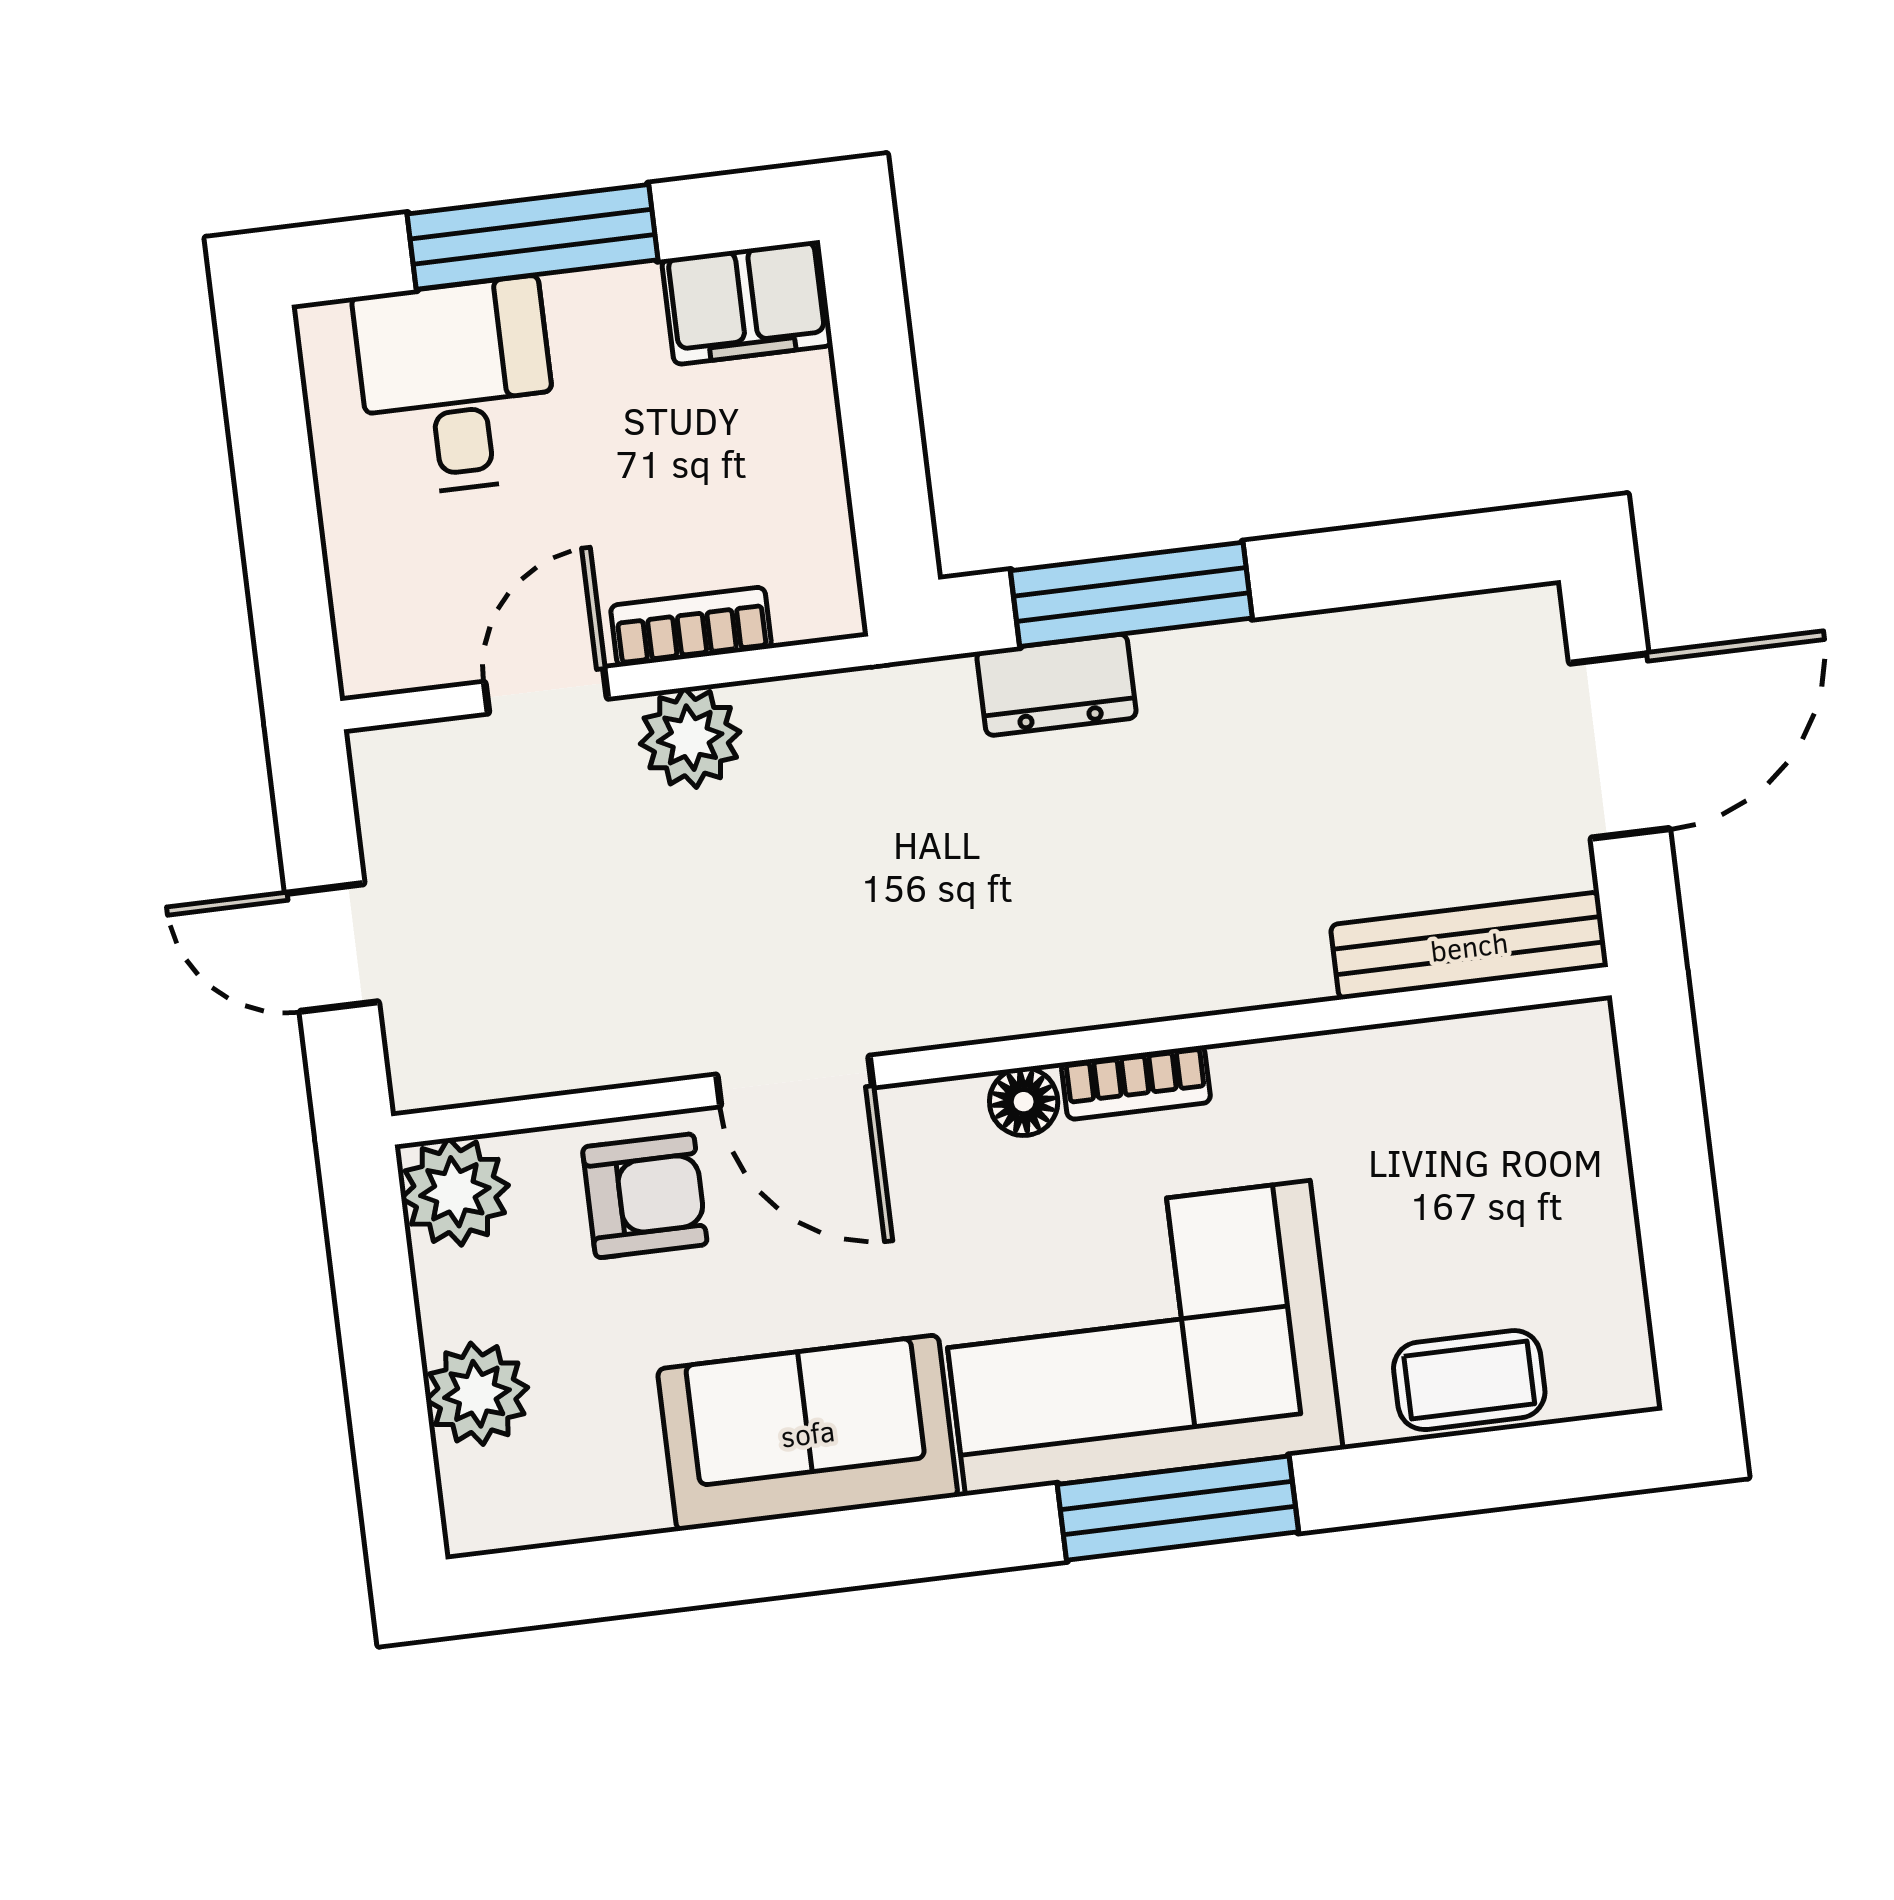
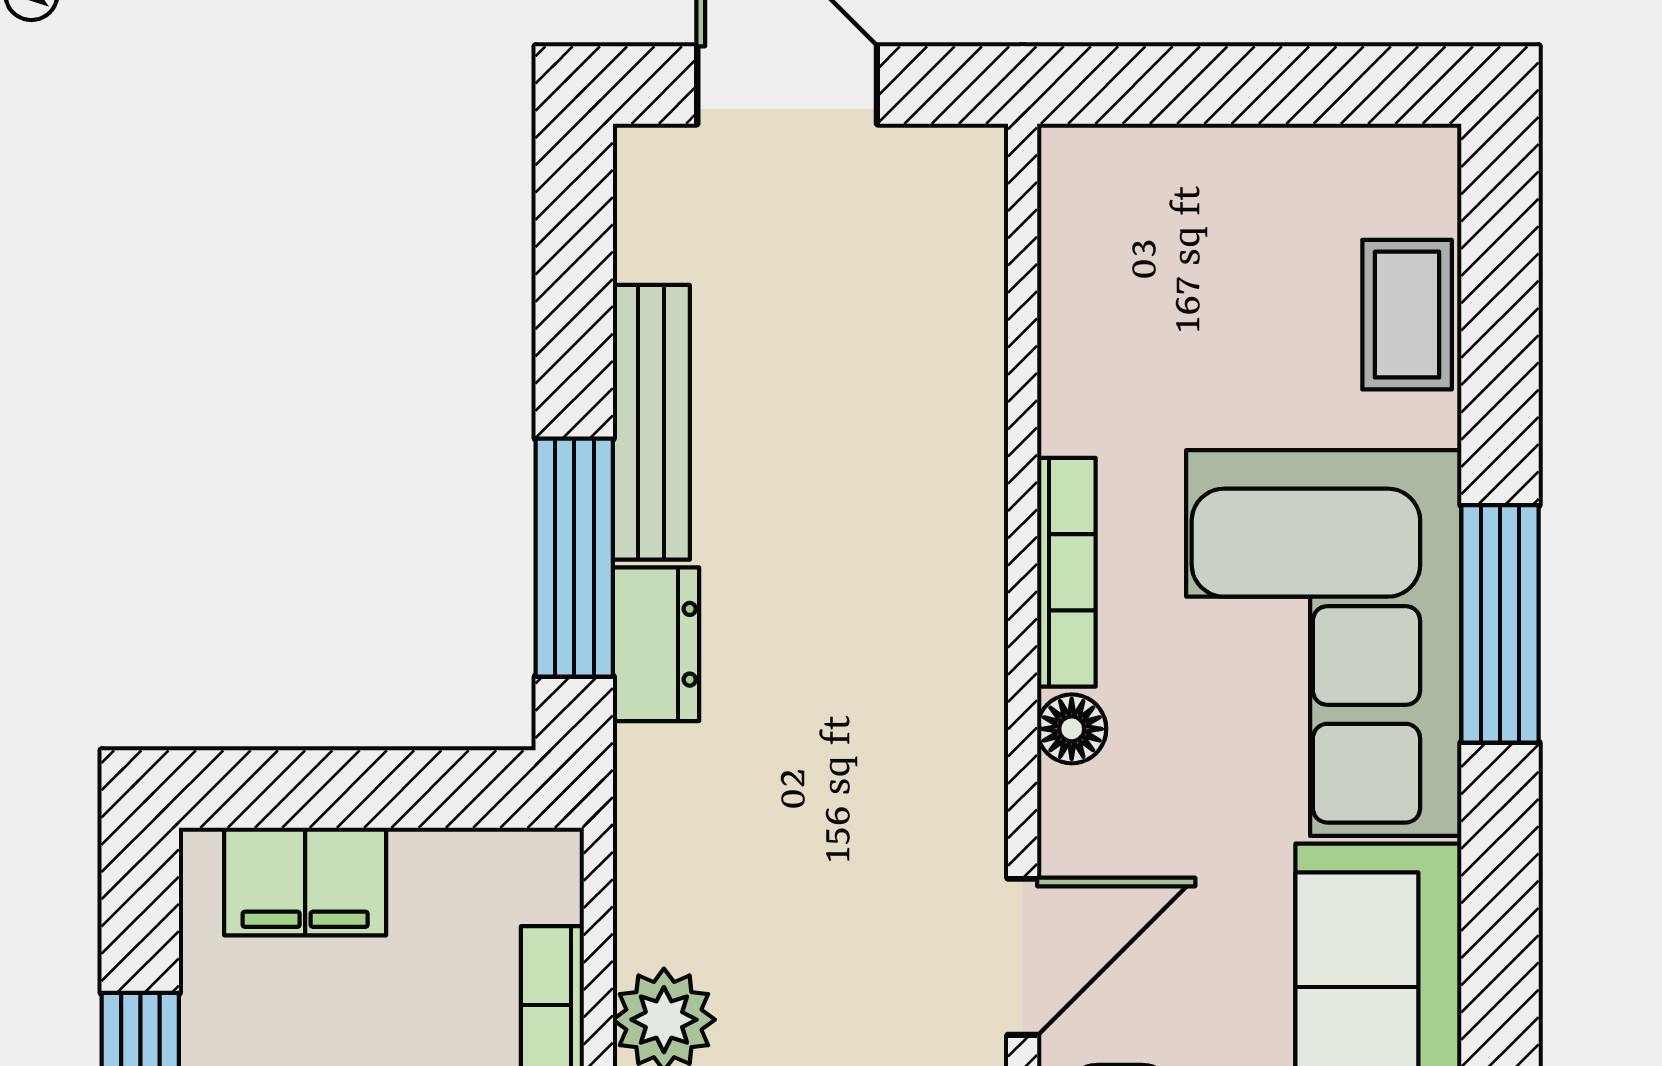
filing cabinet: (747, 302) -> (305, 881), moved, turned 90
bench: (1469, 946) -> (651, 422), moved
bookcase: (1136, 1083) -> (1066, 572), width x1.56

